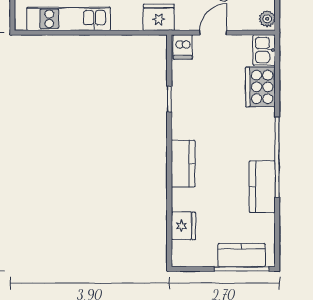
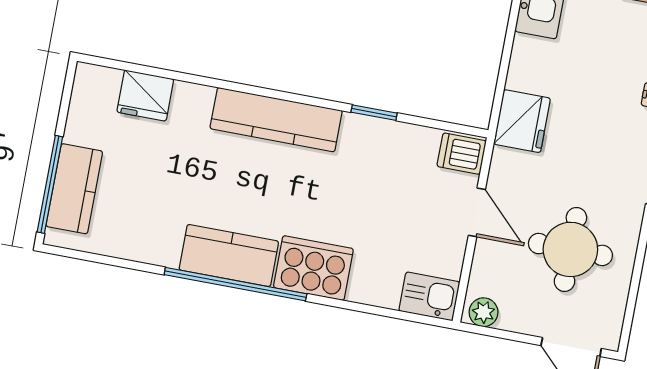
cooker: (260, 87) -> (313, 268), moved
kitchen counter: (183, 164) -> (276, 120), width x1.50
kitchen counter: (262, 187) -> (229, 256), moved

